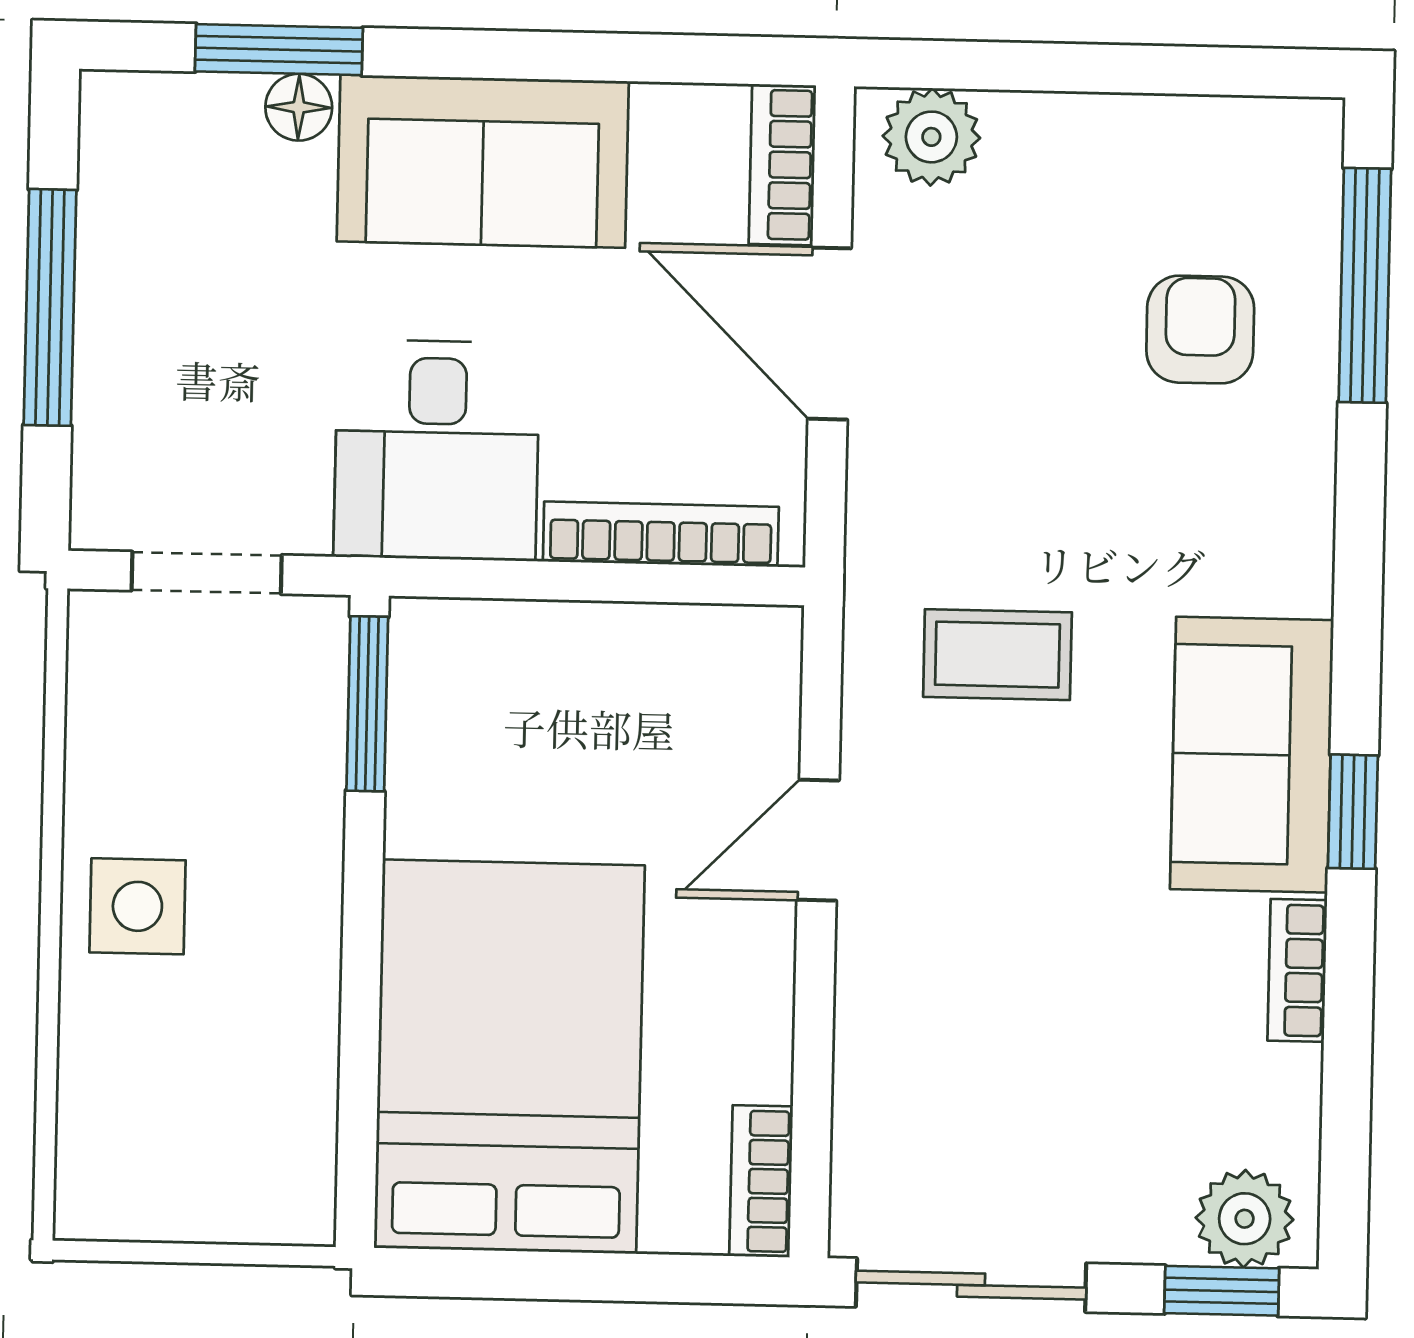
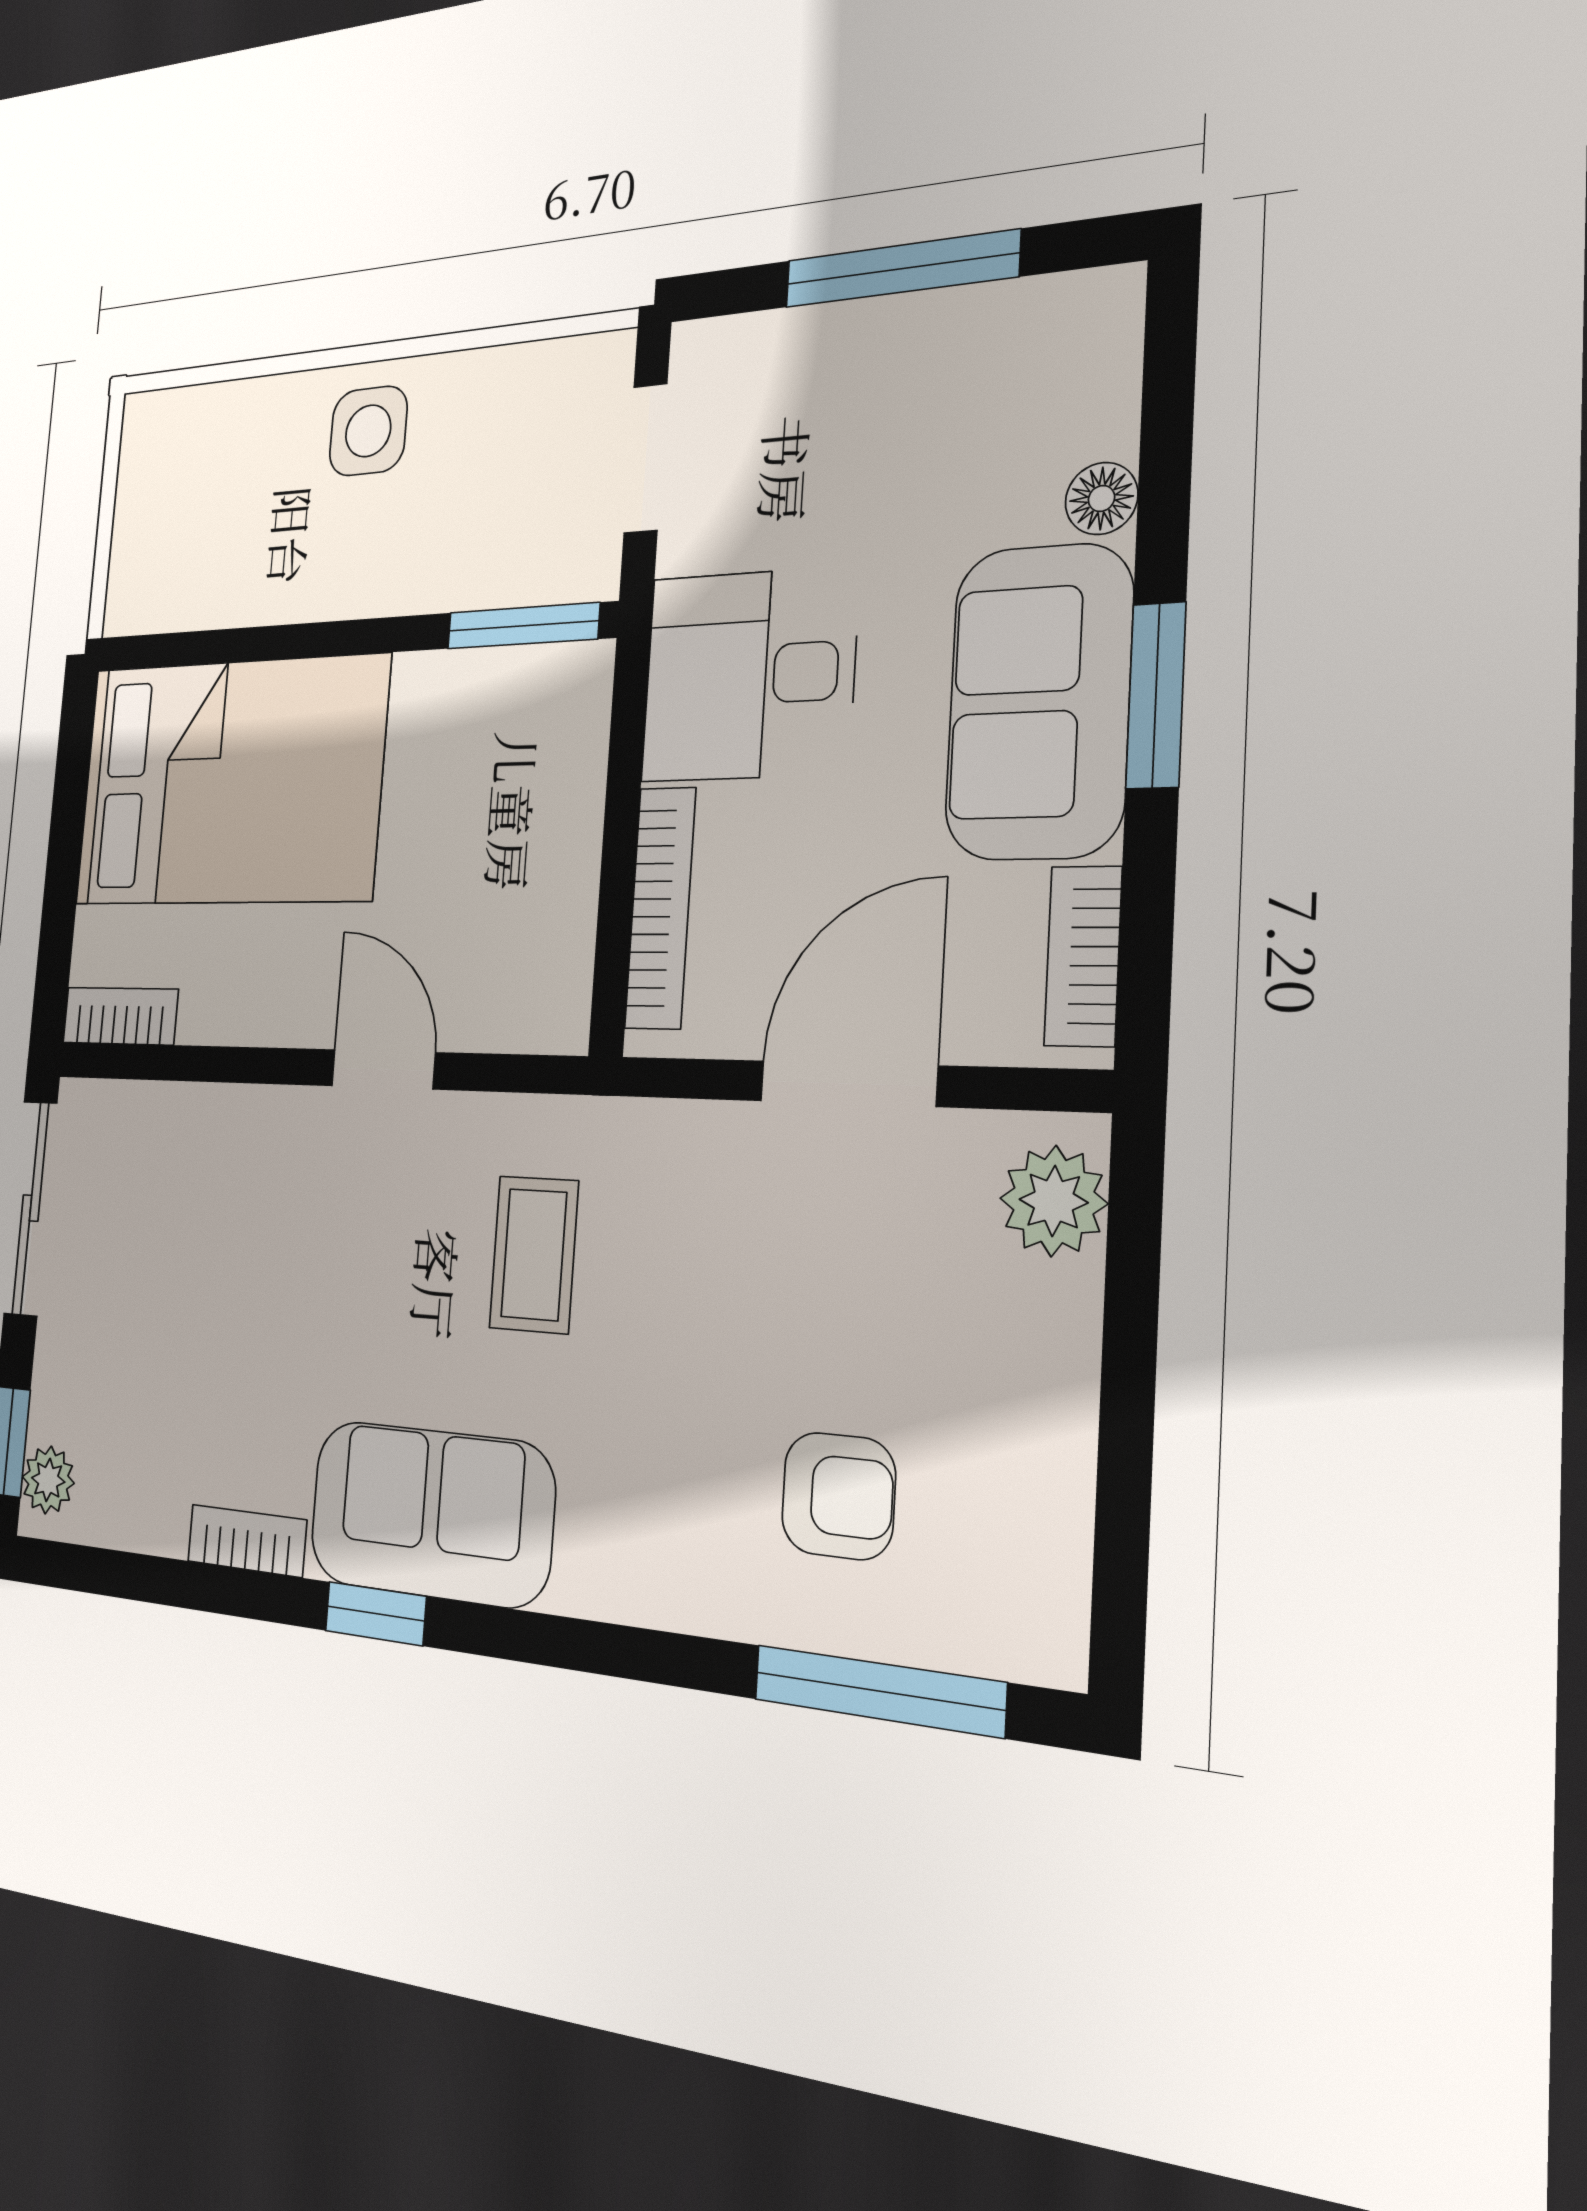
window: (279, 50) -> (1156, 695), moved
bookcase: (782, 165) -> (1083, 956), moved, turned -90
plant: (1245, 1219) -> (48, 1480), width x0.73, depth x0.73

